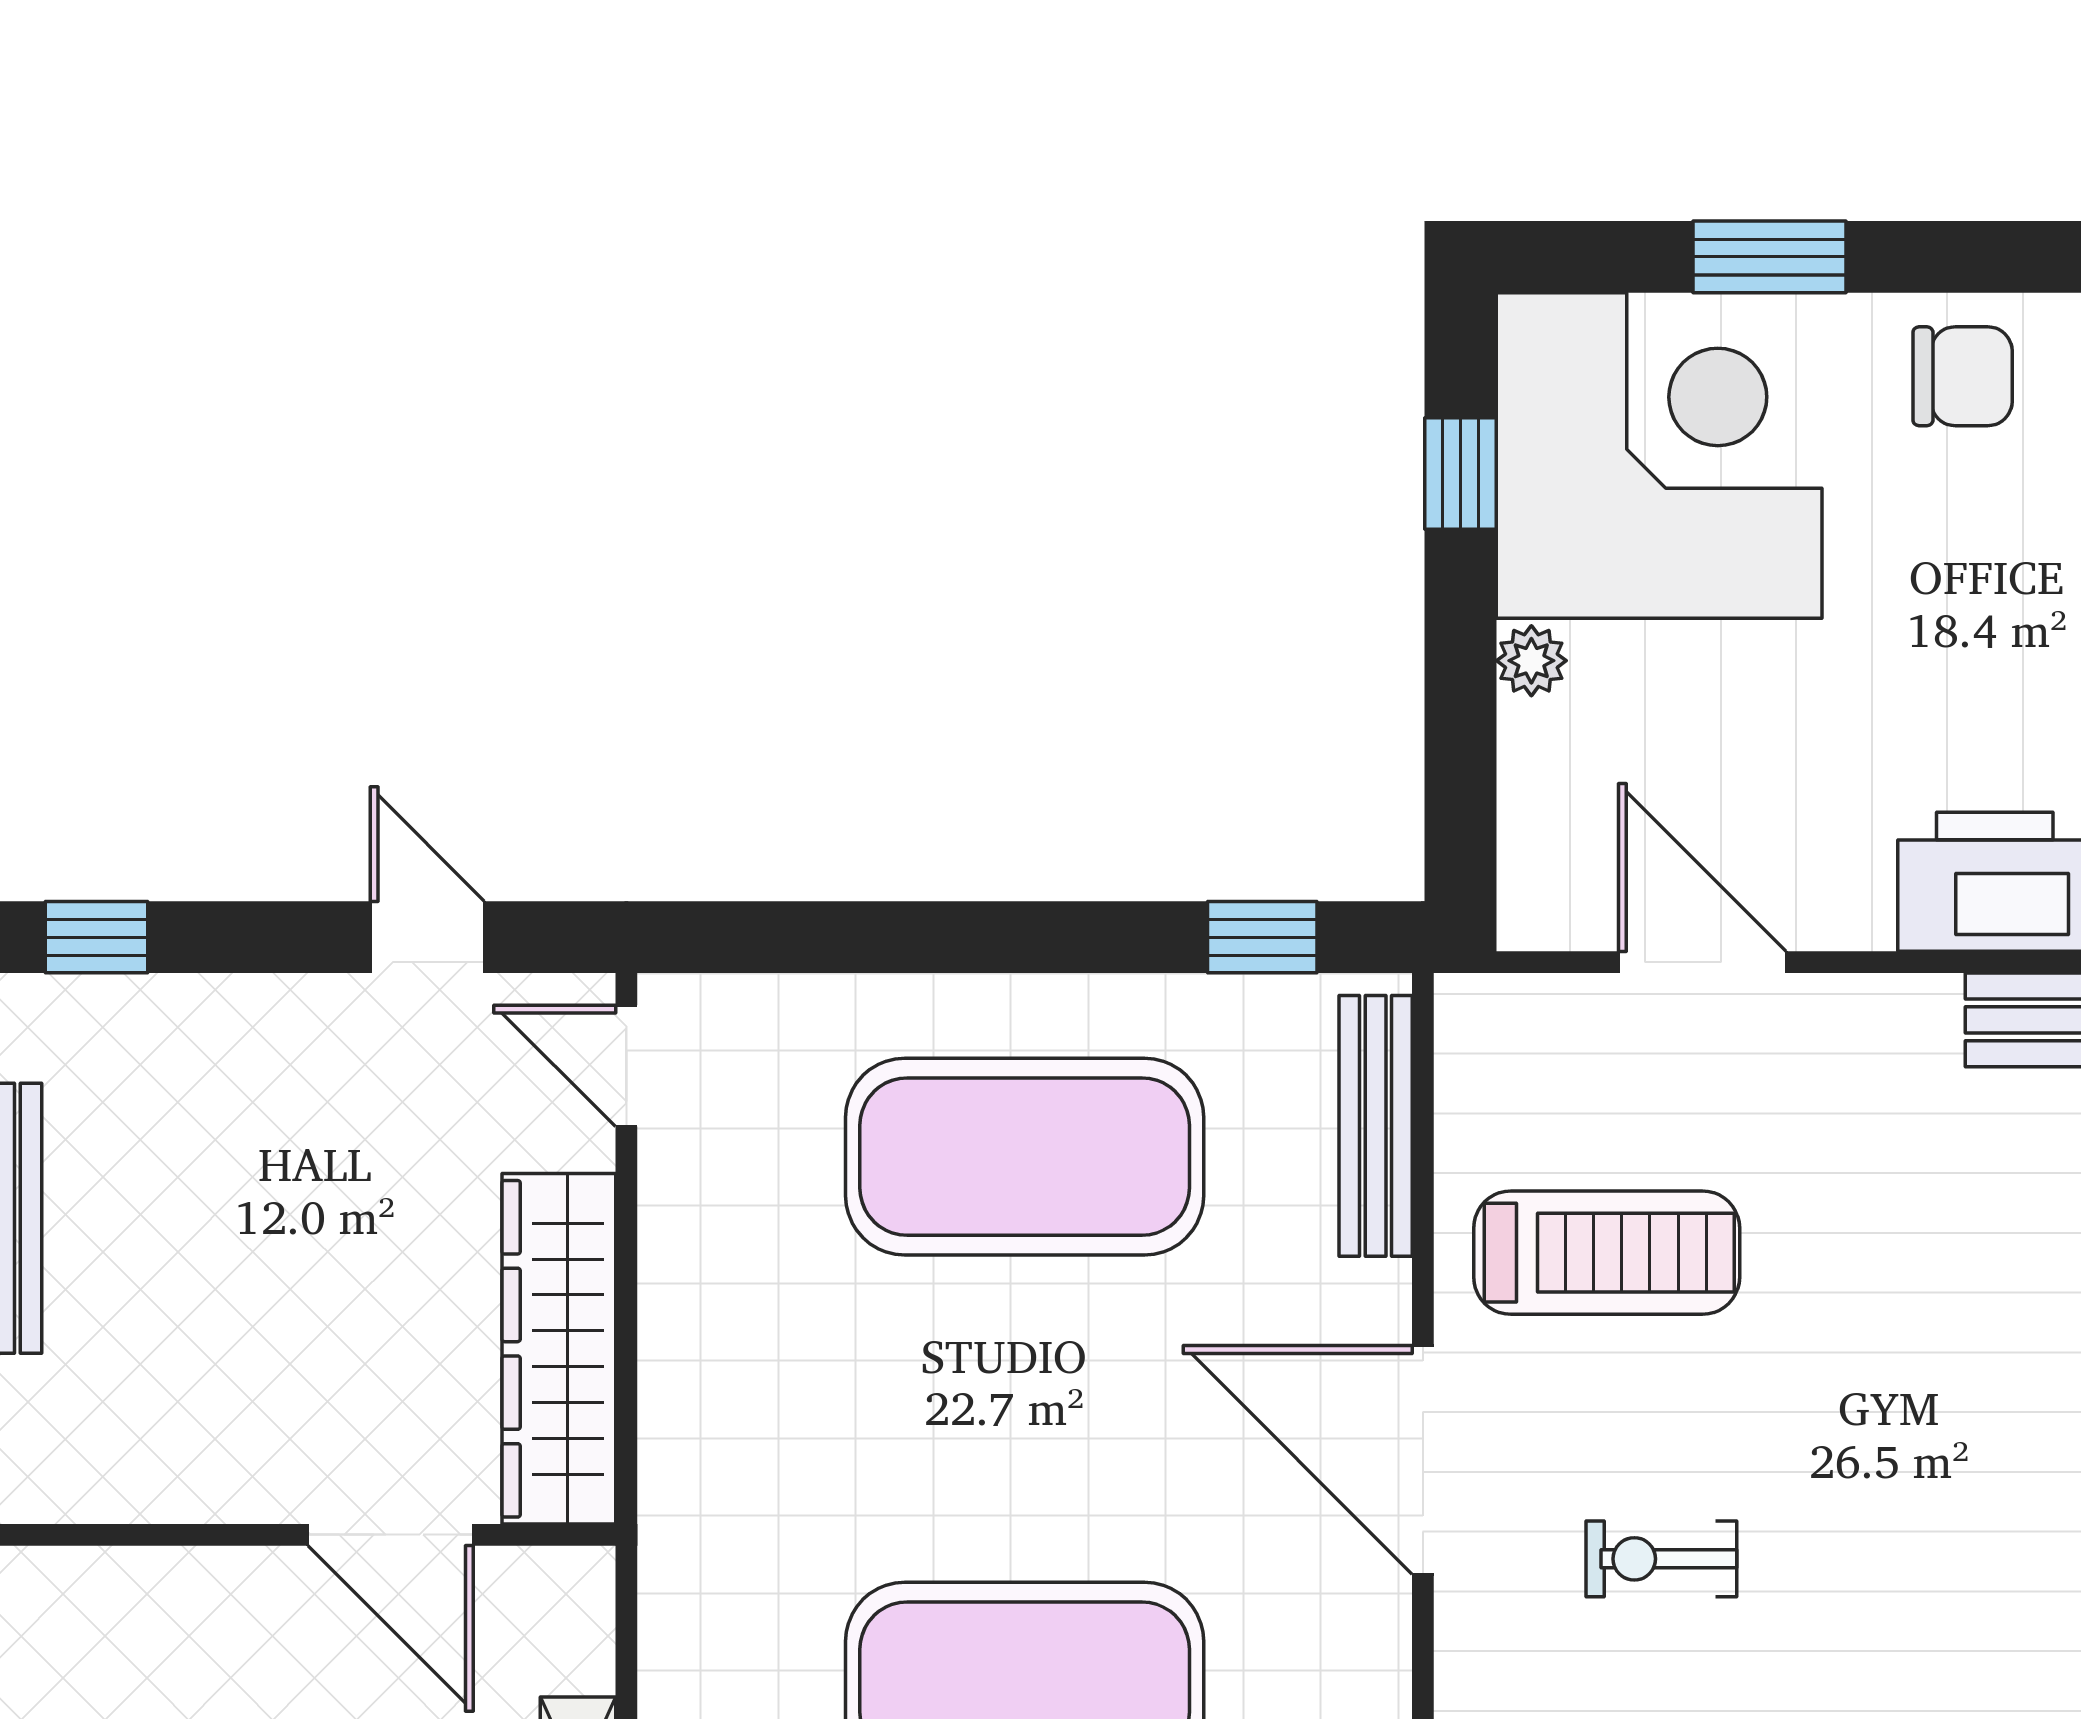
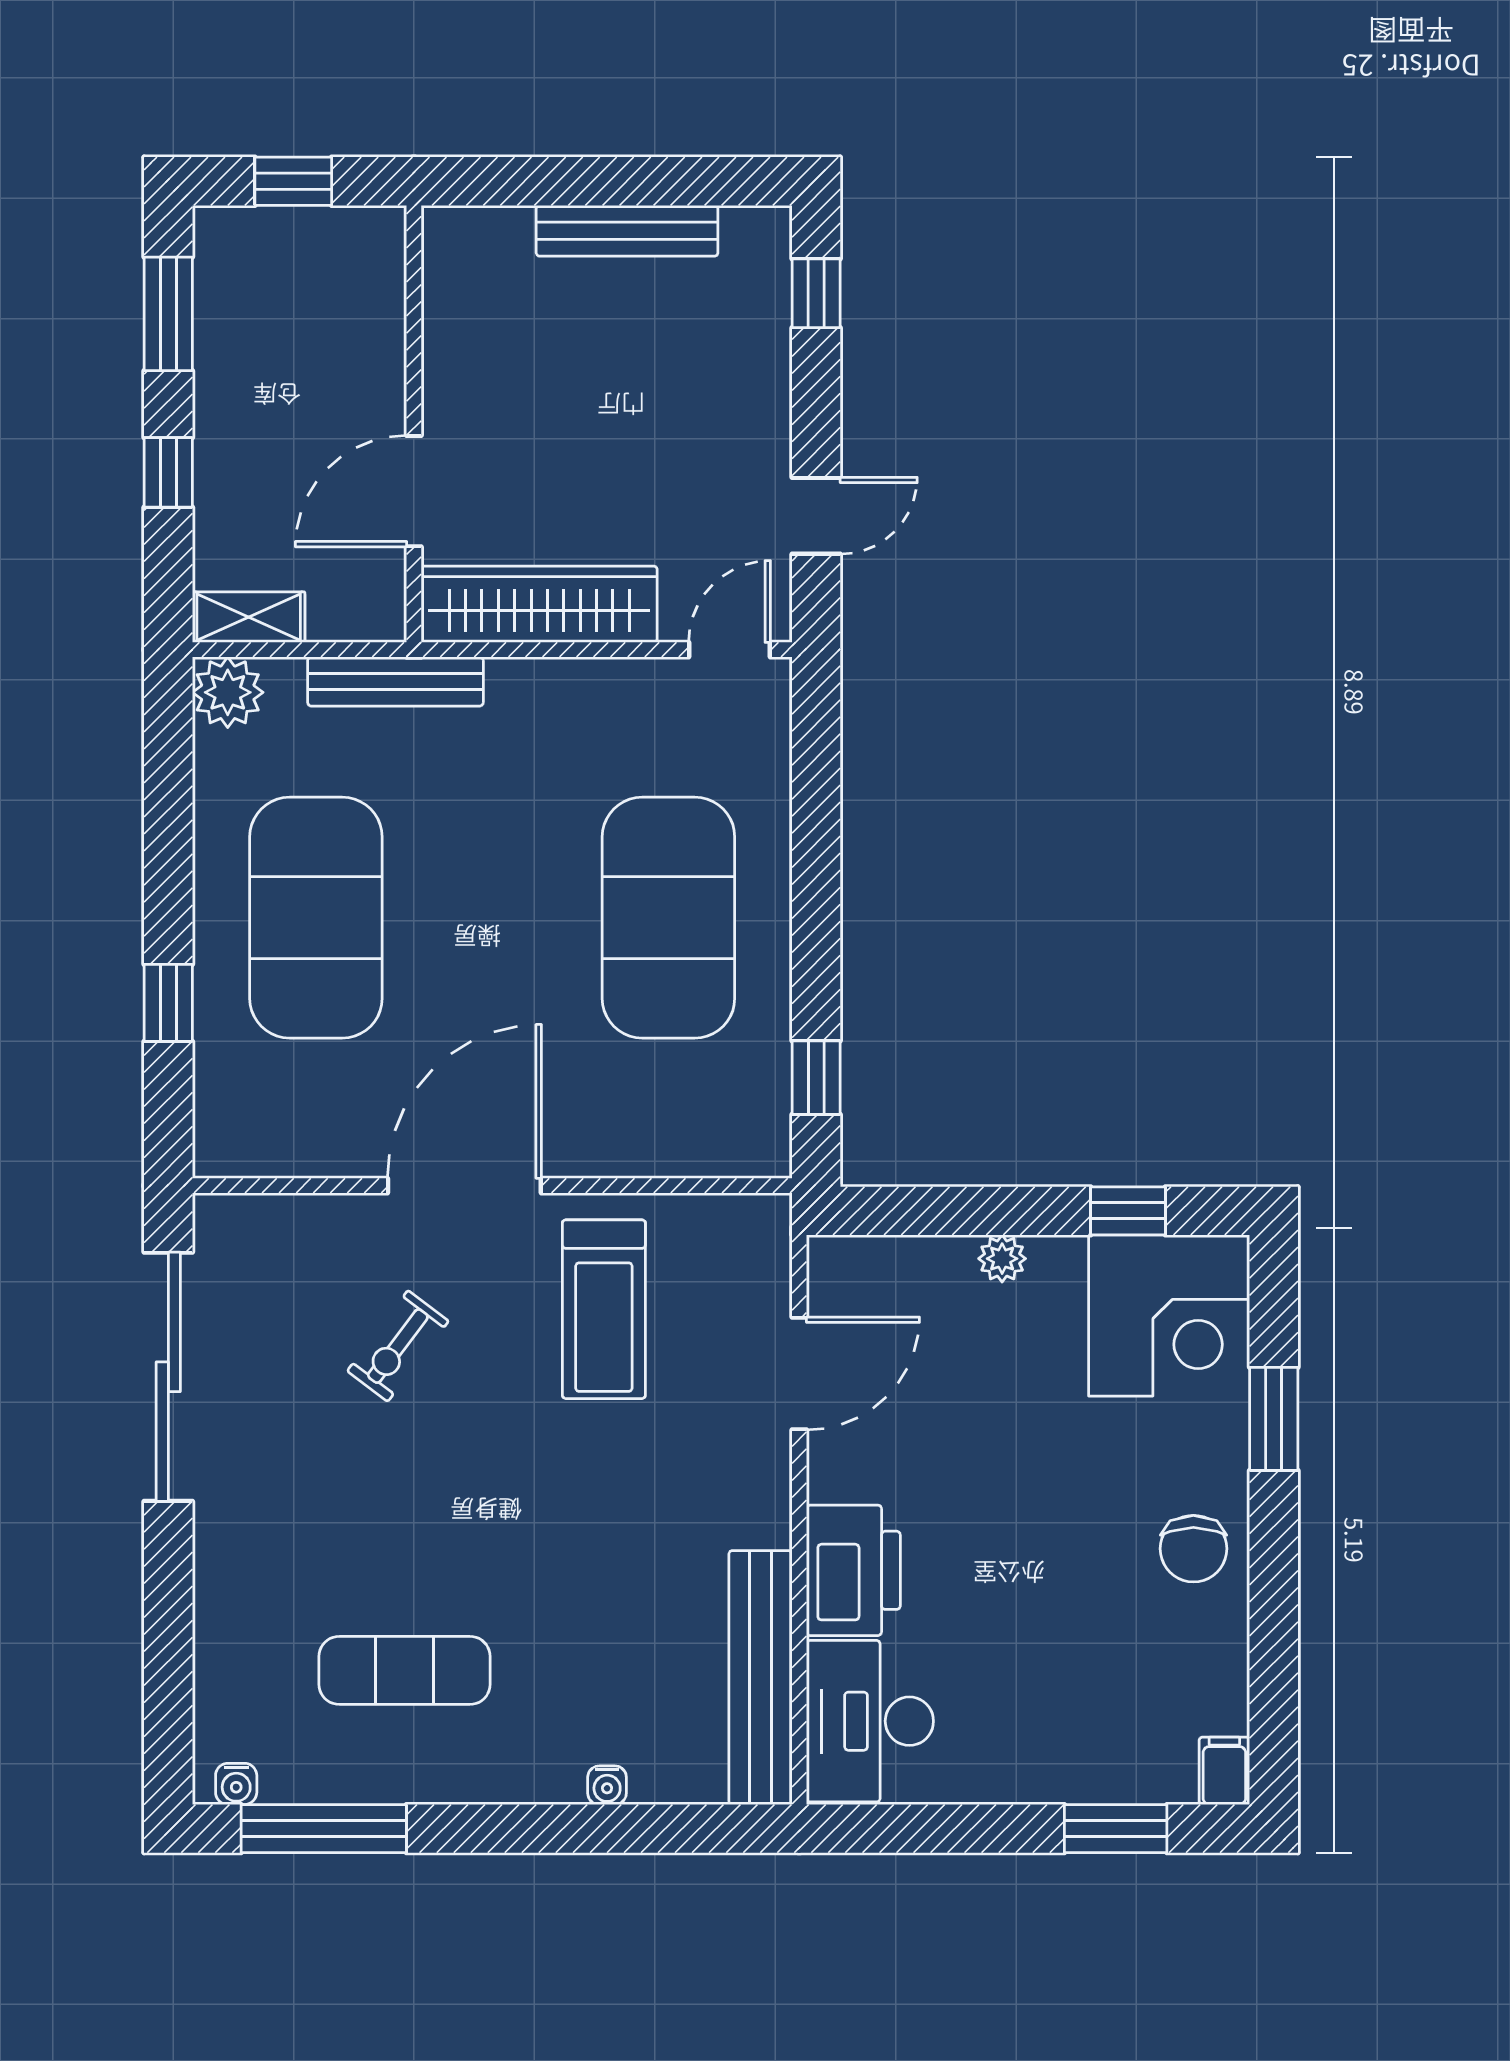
corner desk: (1659, 456) -> (1169, 1315), width x0.74, depth x0.74
bench: (1376, 1126) -> (395, 682), moved
exercise bike: (1661, 1559) -> (398, 1346), turned -143

